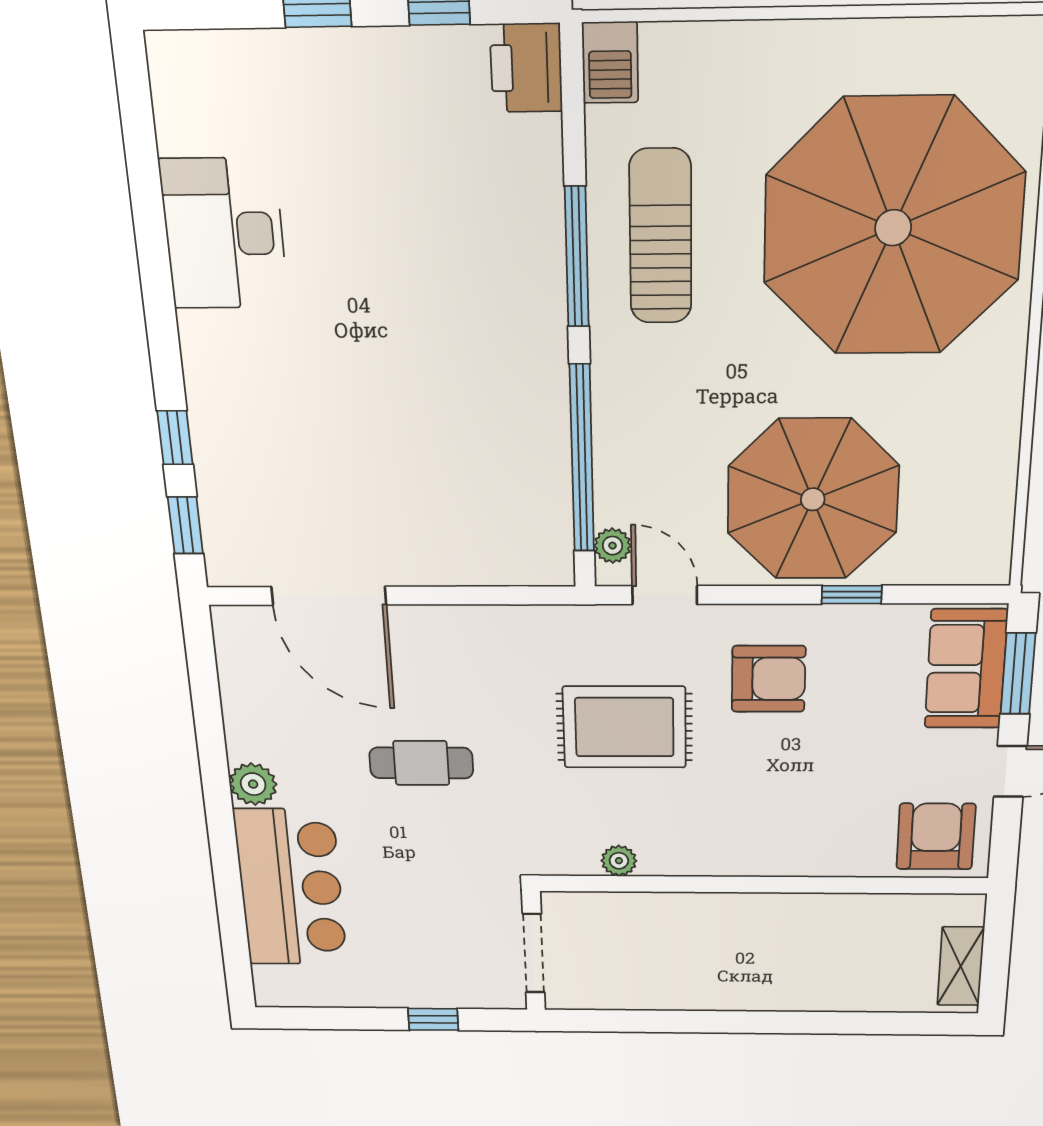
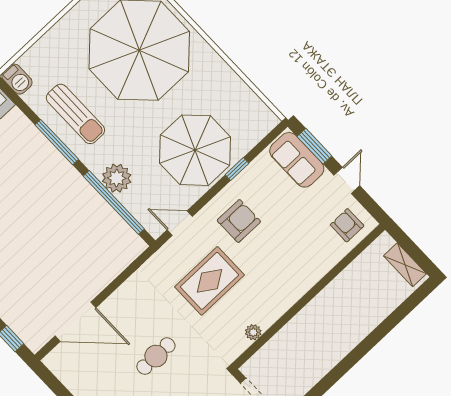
sun lounger: (661, 237) -> (75, 114), turned 180
plant: (613, 546) -> (117, 178), moved, width x1.88, depth x1.88
armchair: (936, 836) -> (347, 225), width x0.72, depth x0.72

